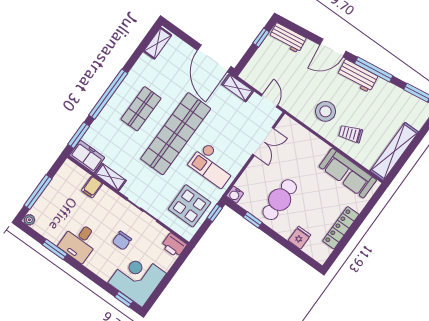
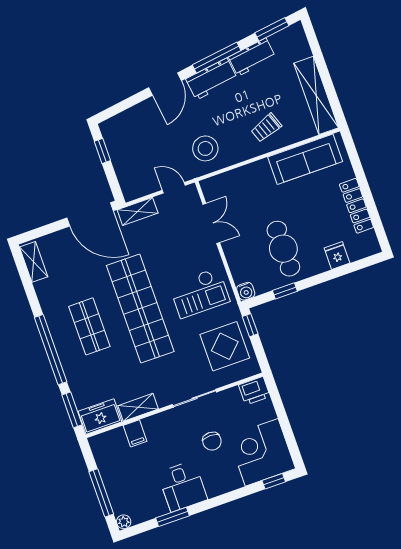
workbench: (288, 38) -> (252, 57), moved
stool: (326, 111) -> (205, 148), moved

